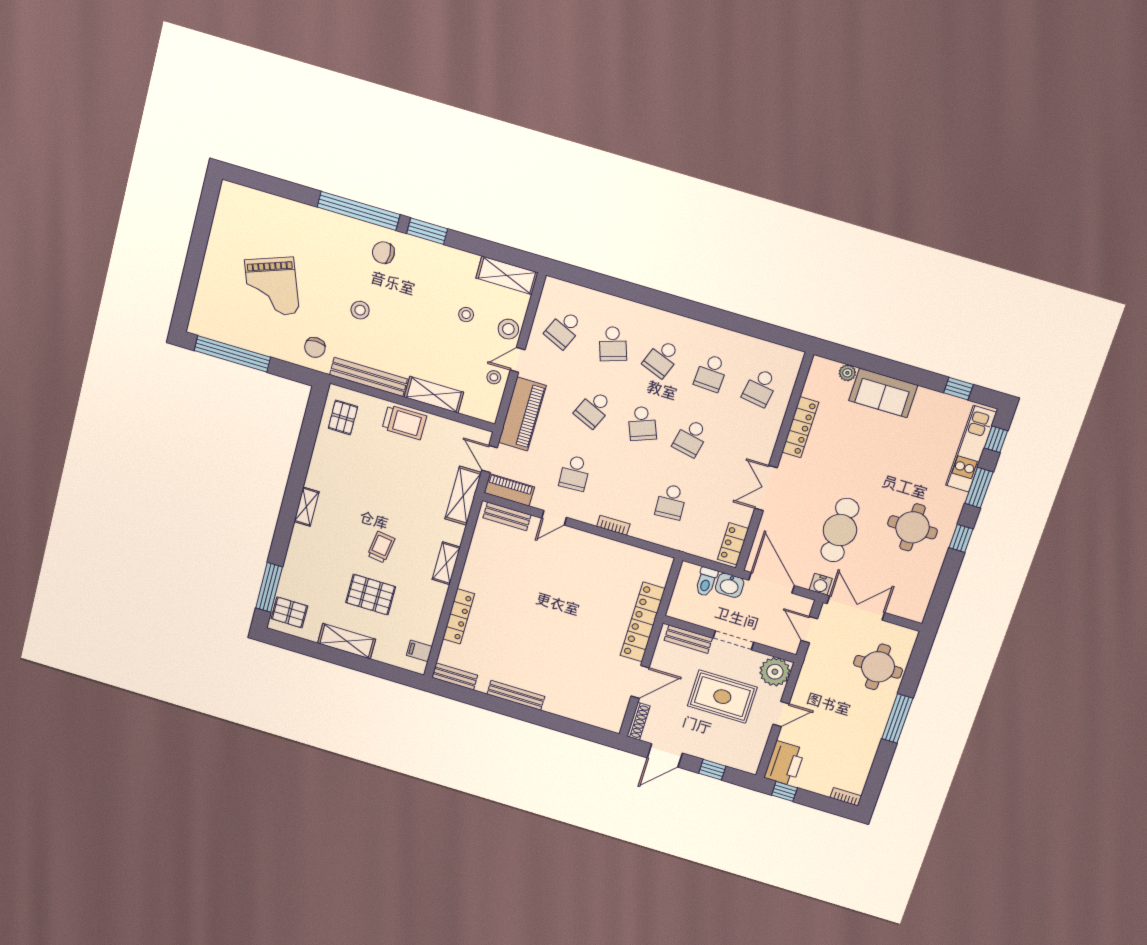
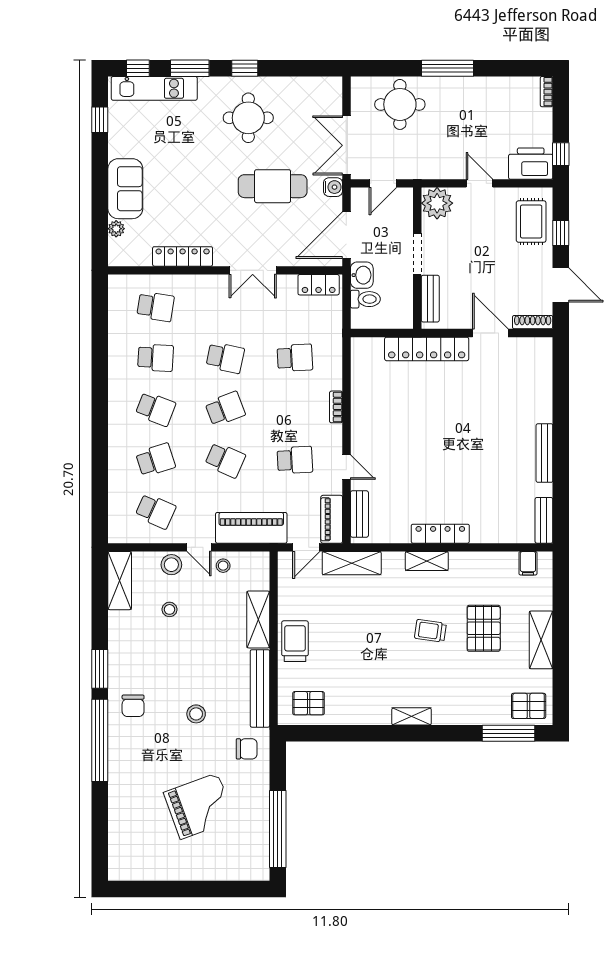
pallet: (289, 612) -> (529, 706), turned 90
locker: (459, 616) -> (440, 534), moved
rug: (722, 697) -> (531, 222), moved, width x0.73, depth x0.70

